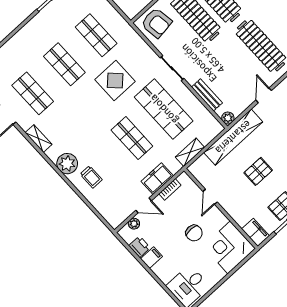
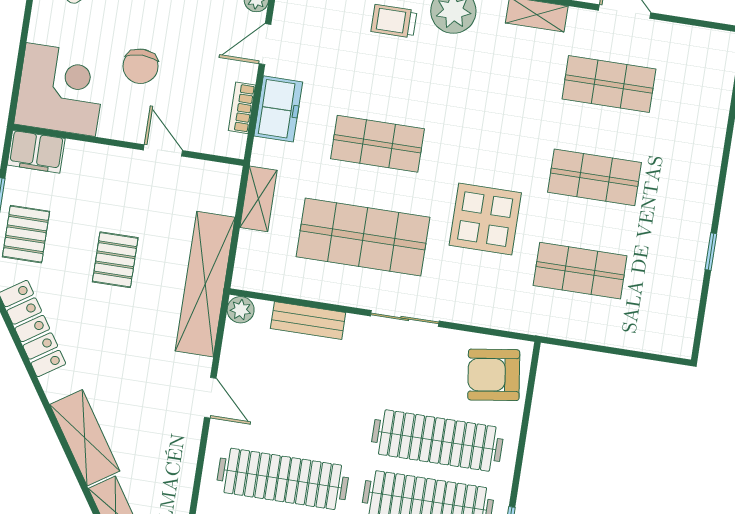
chair: (194, 233) -> (141, 66), turned -90

